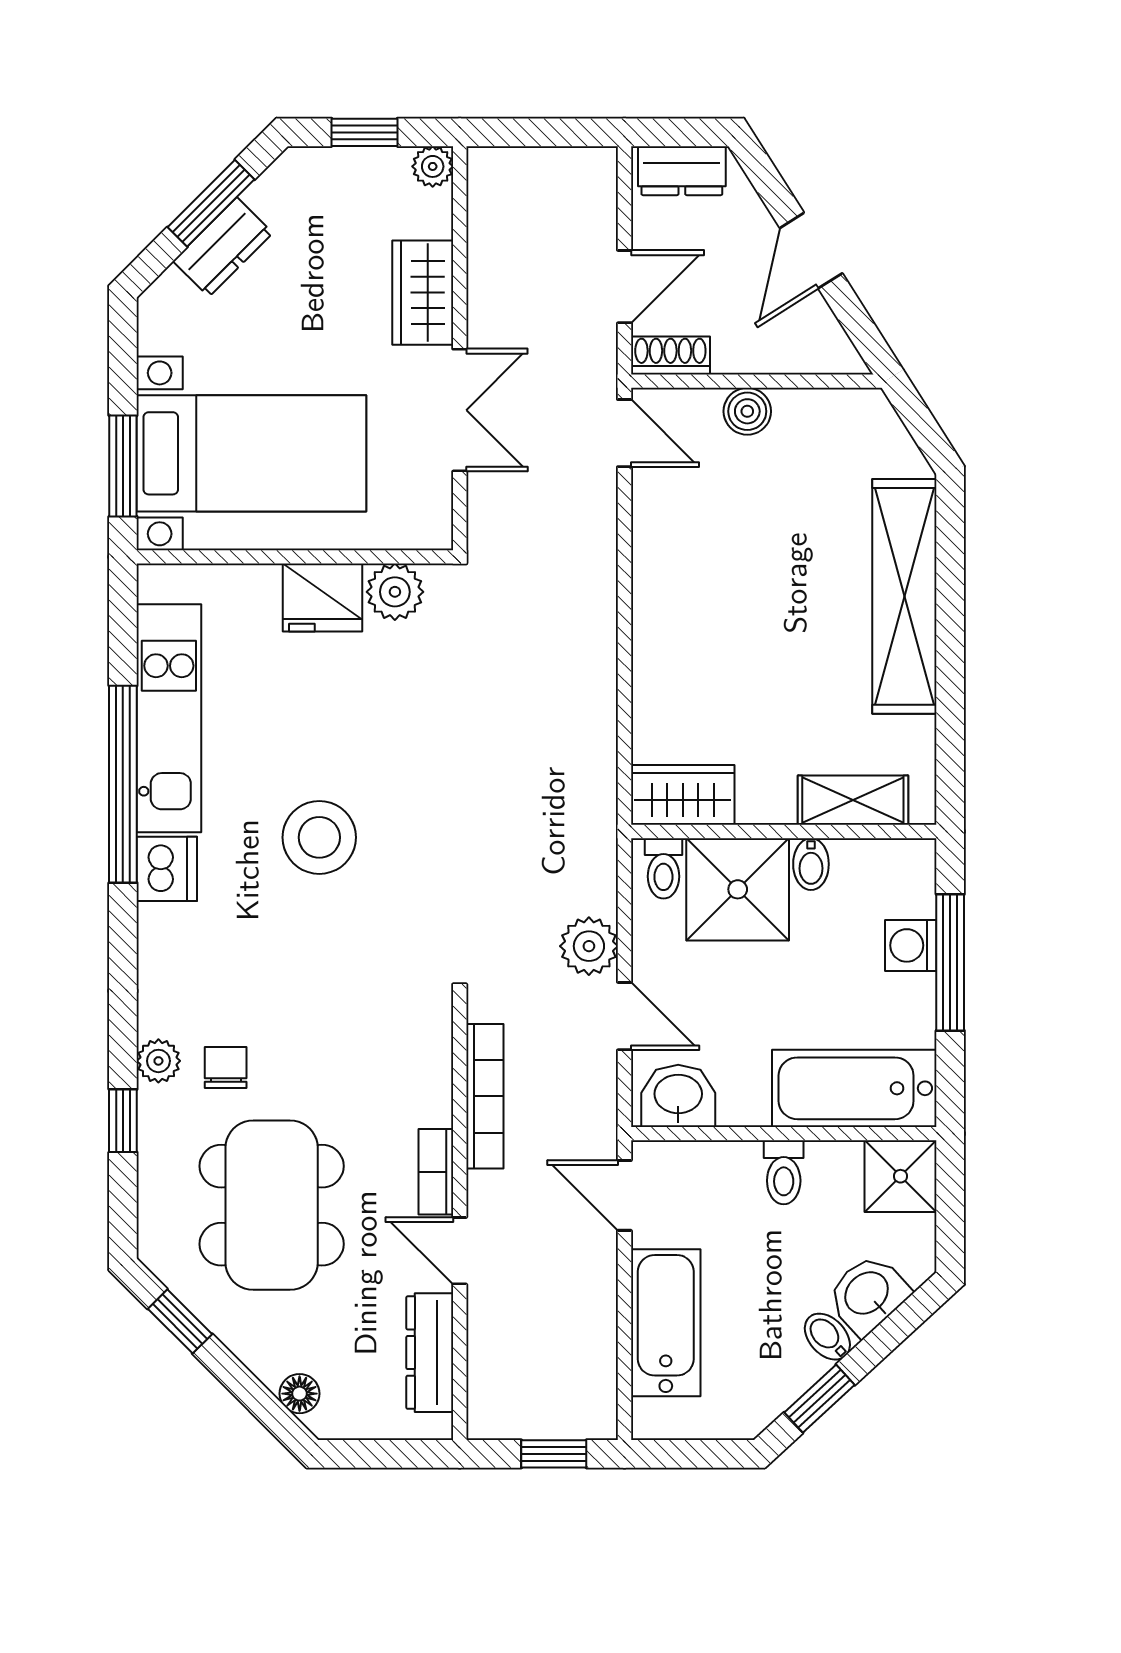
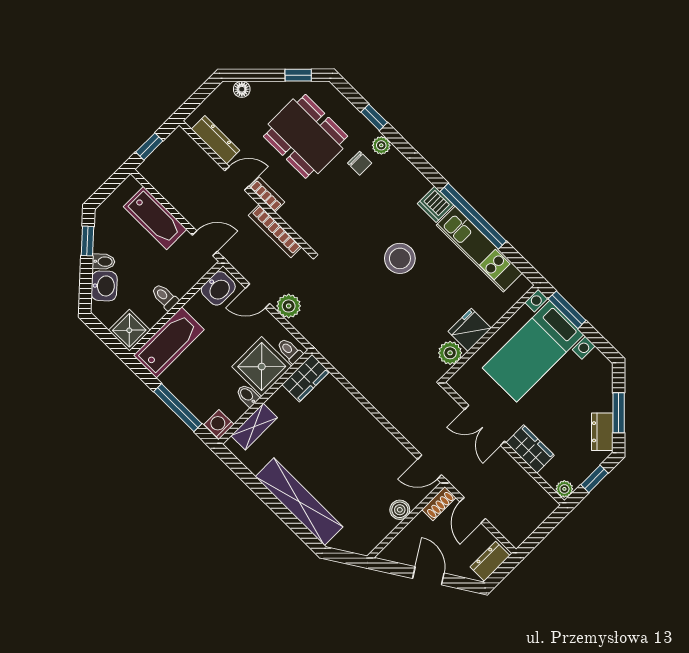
dresser: (223, 247) -> (602, 432), moved
washing machine: (911, 945) -> (219, 424), moved, turned -90

